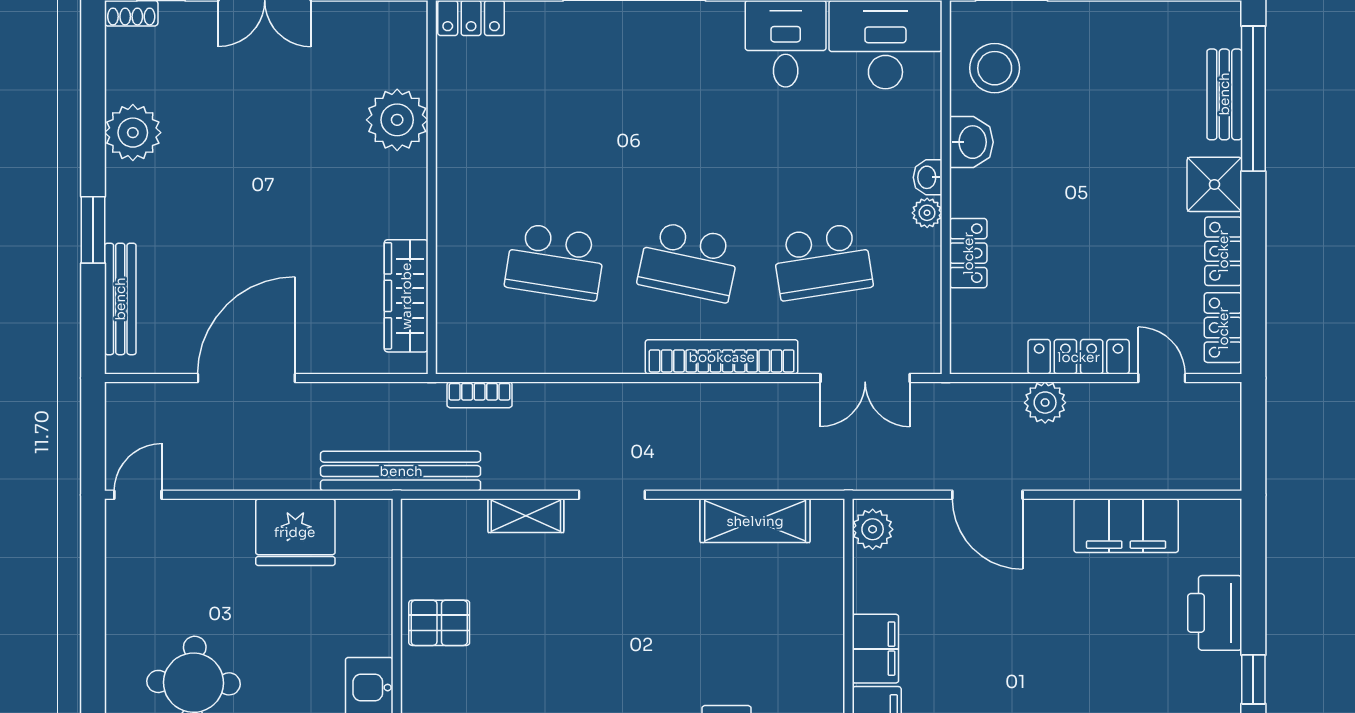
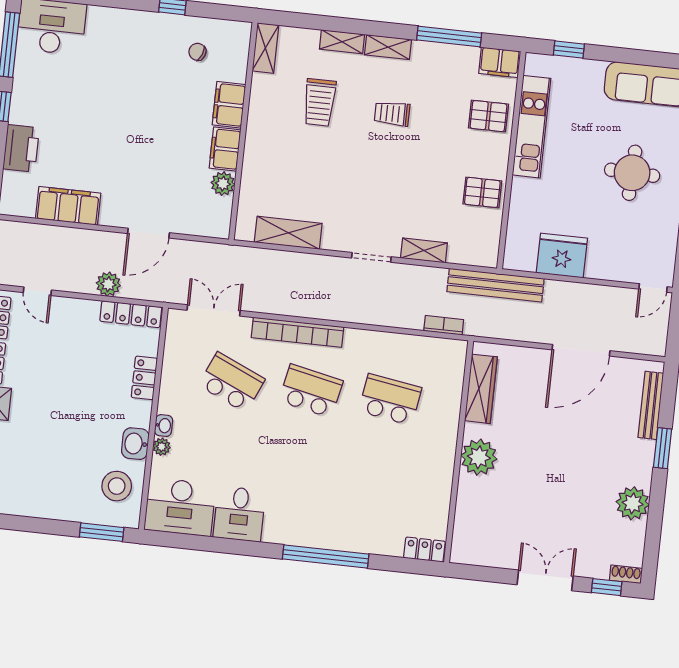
plant: (397, 120) -> (479, 457), moved
plant: (927, 213) -> (162, 447), moved
school desk: (822, 262) -> (232, 382), turned 33
locker: (1079, 357) -> (131, 314), moved
door: (987, 495) -> (149, 233), swing flipped
plant: (873, 529) -> (223, 184), moved

